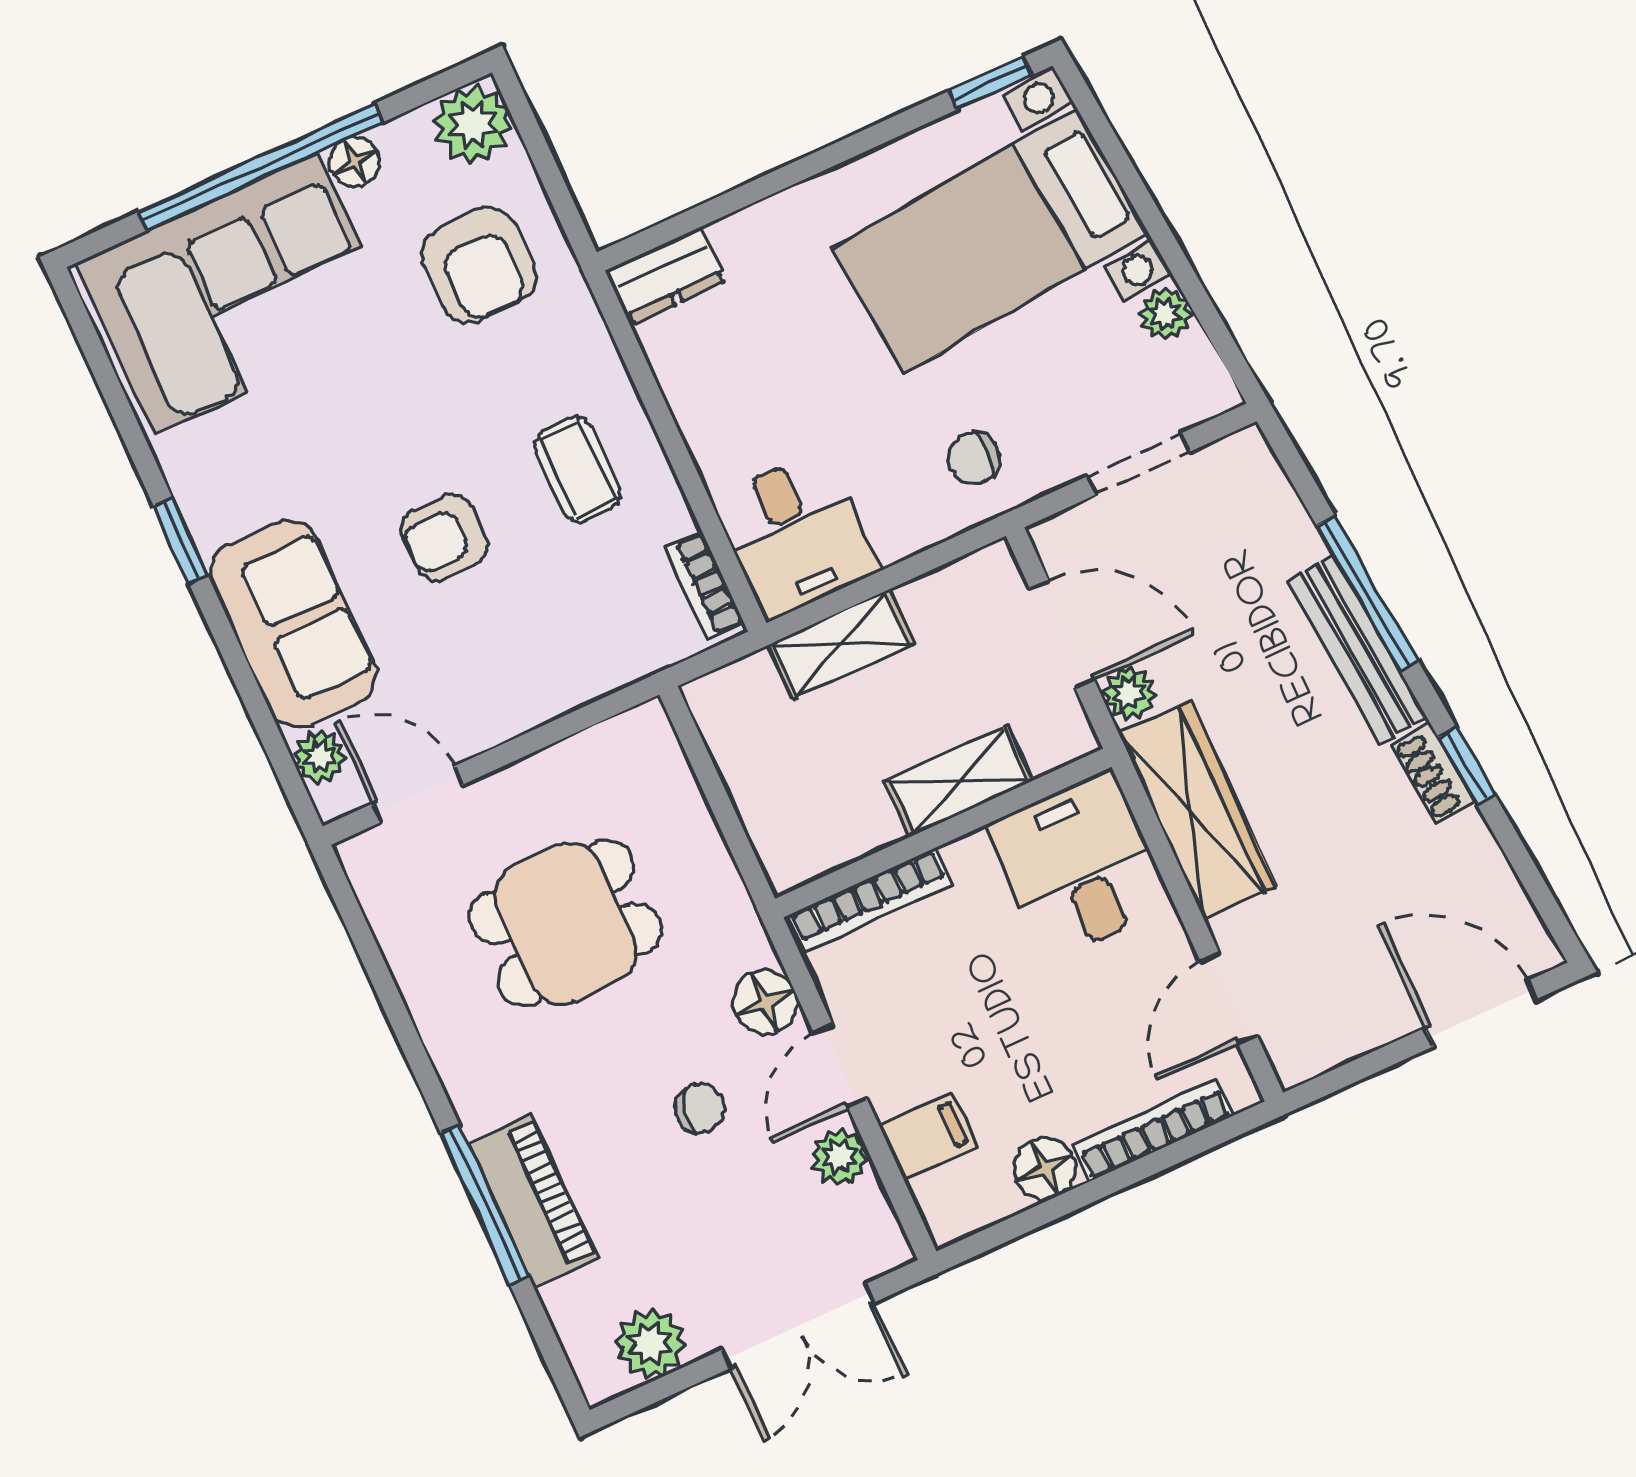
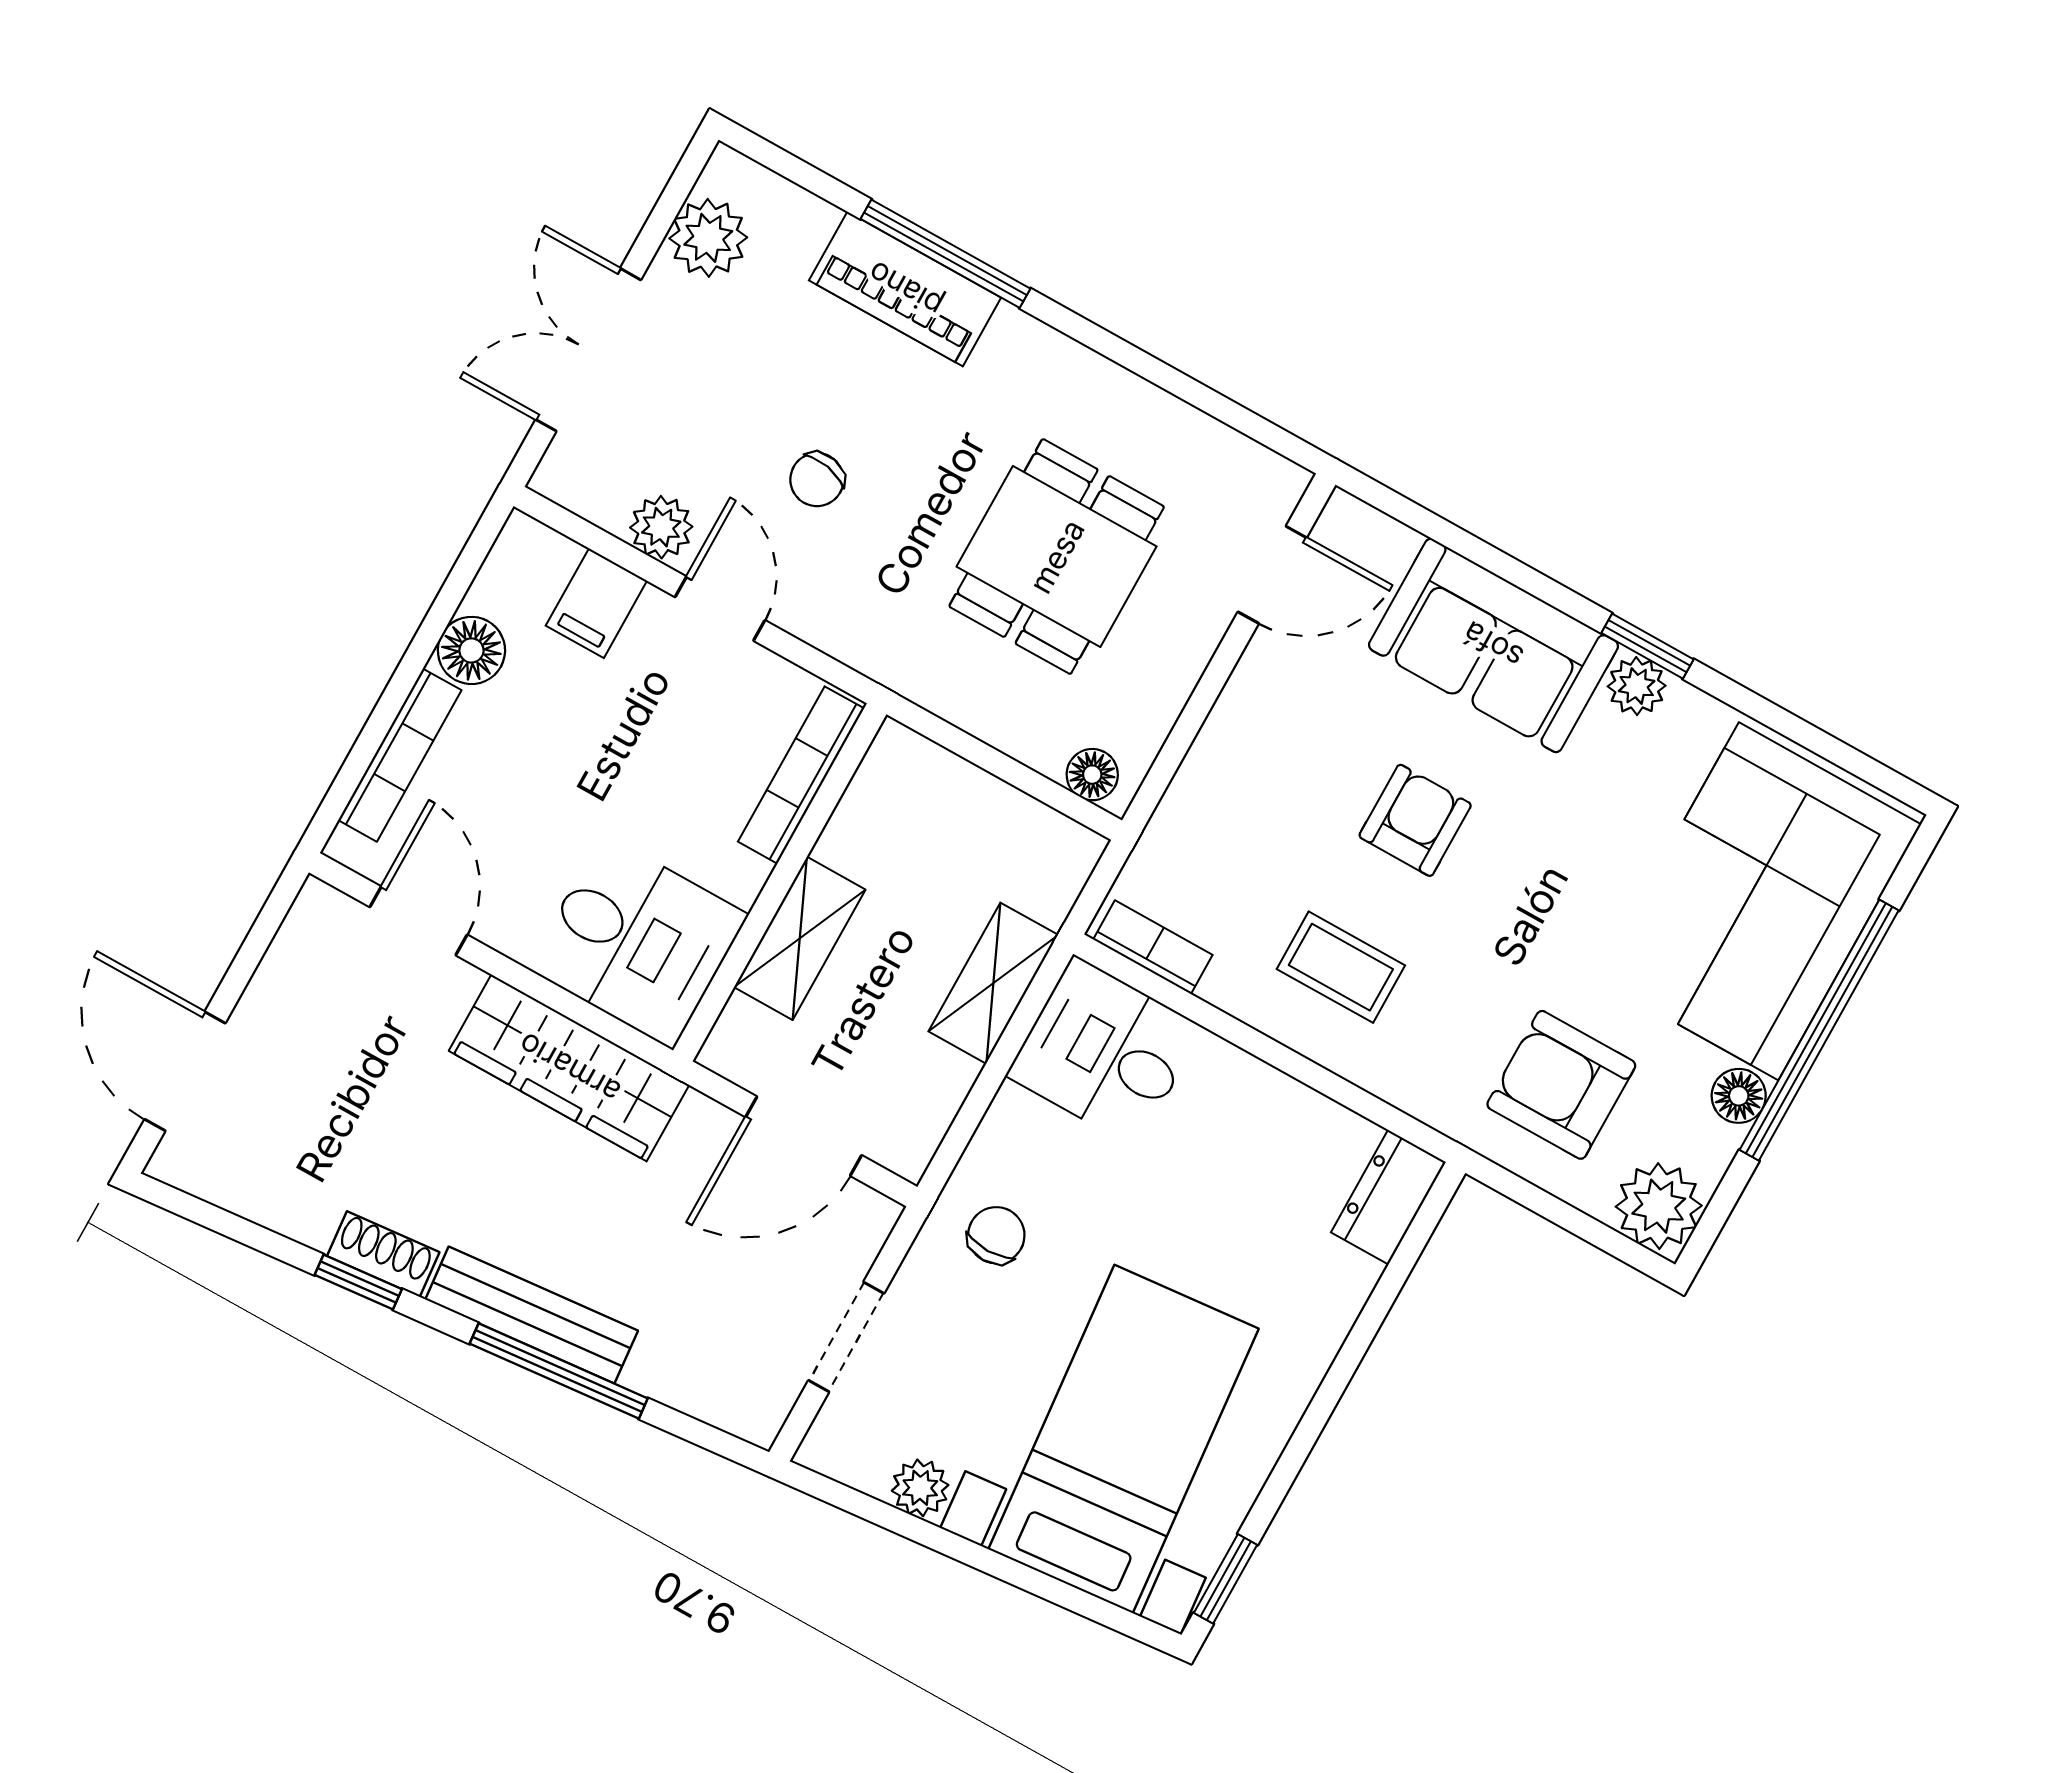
plant: (1129, 693) -> (706, 1127), removed
plant: (319, 756) -> (1637, 686), moved
floor lamp: (765, 1002) -> (1092, 775), moved, width x0.73, depth x0.73
door: (1481, 1013) -> (185, 1071), swing flipped

